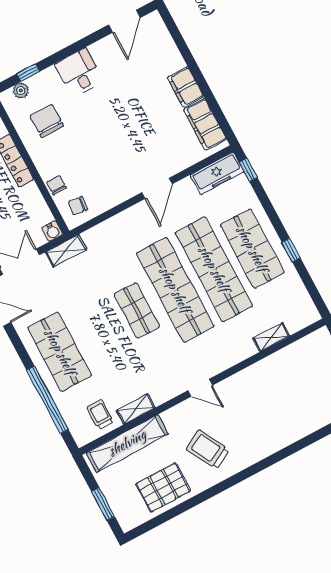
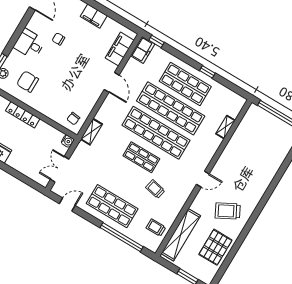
filing cabinet: (205, 124) -> (120, 49), moved, turned 90
freezer: (217, 173) -> (143, 50), width x0.71
chair: (57, 185) -> (58, 39), moved
shelving: (66, 251) -> (91, 132), moved
trolley: (130, 363) -> (155, 189), added
shelving: (136, 409) -> (174, 213), removed

